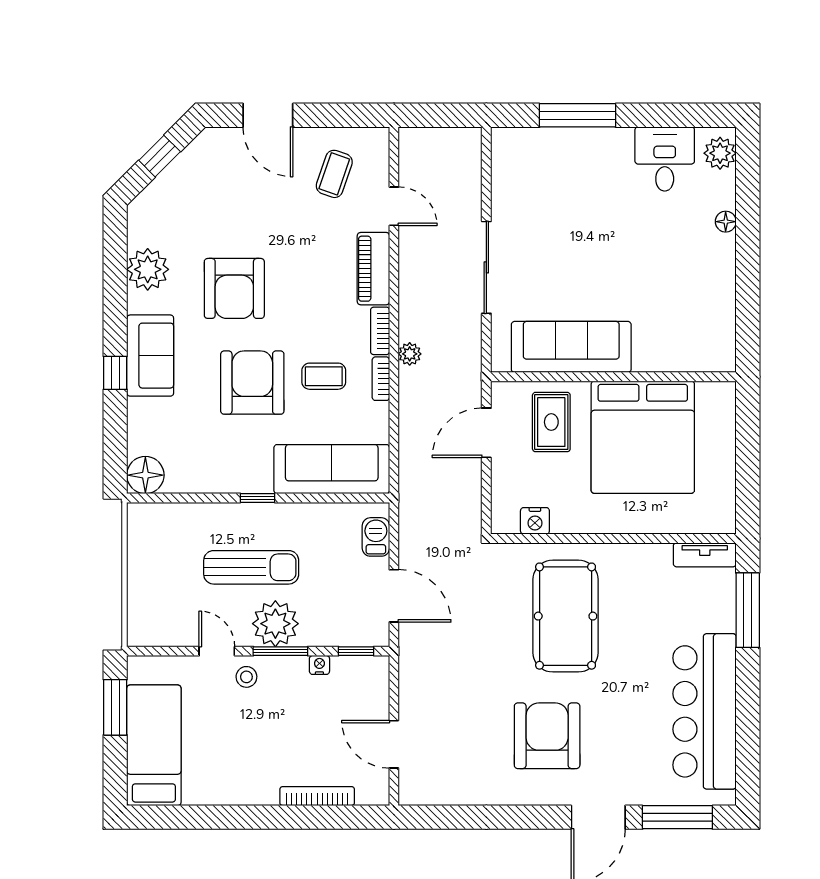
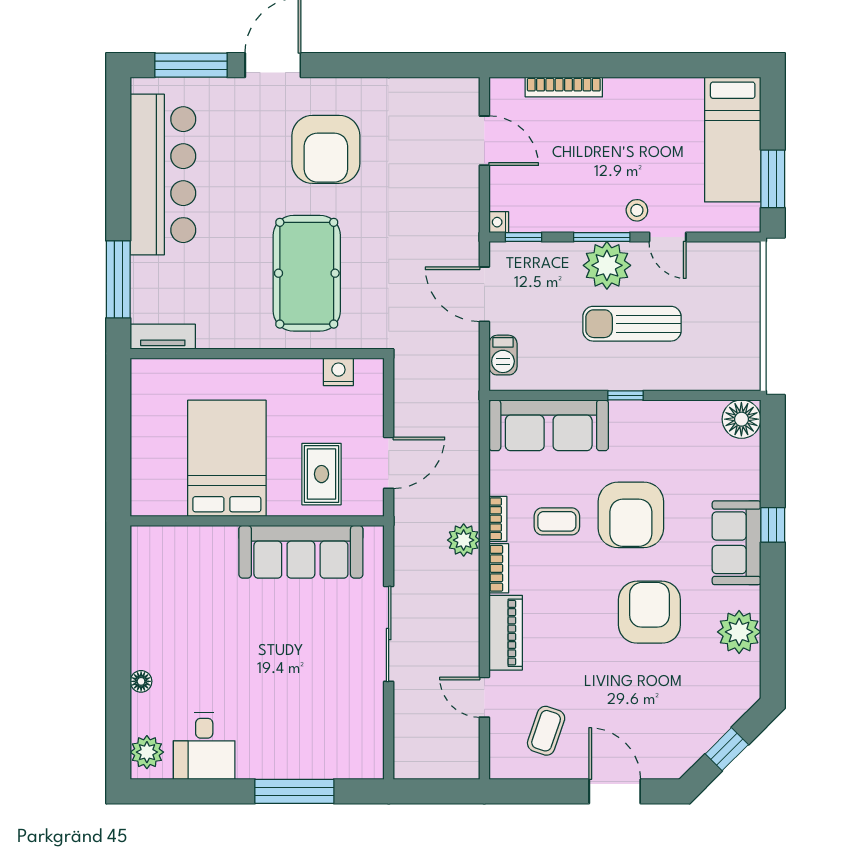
plant: (410, 354) -> (464, 540), width x1.38, depth x1.38
bed: (643, 437) -> (227, 458), width x0.73
nightstand: (319, 665) -> (499, 222), moved, turned 90

